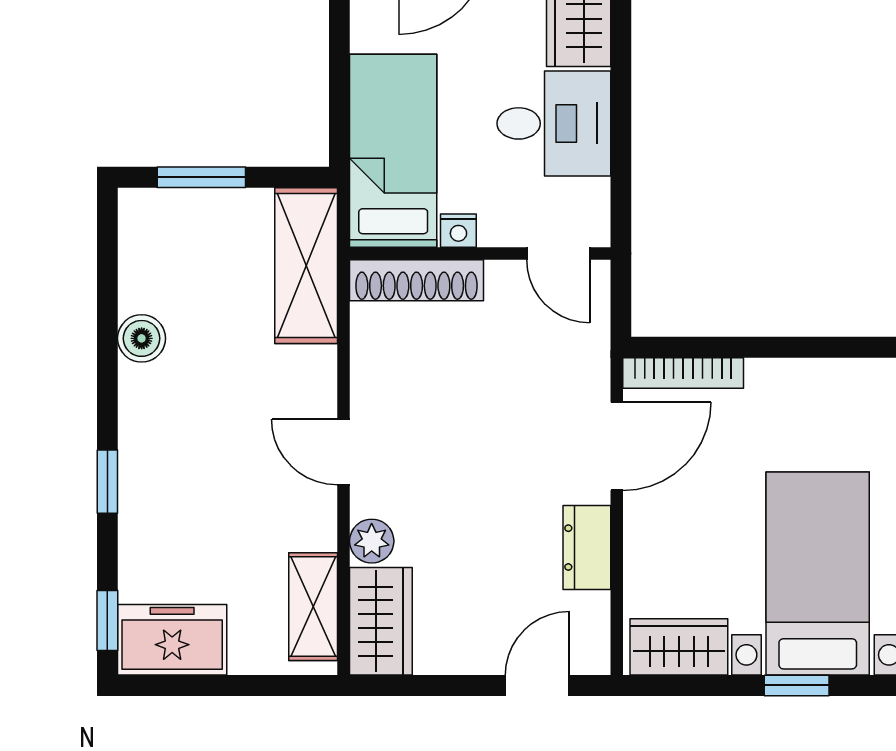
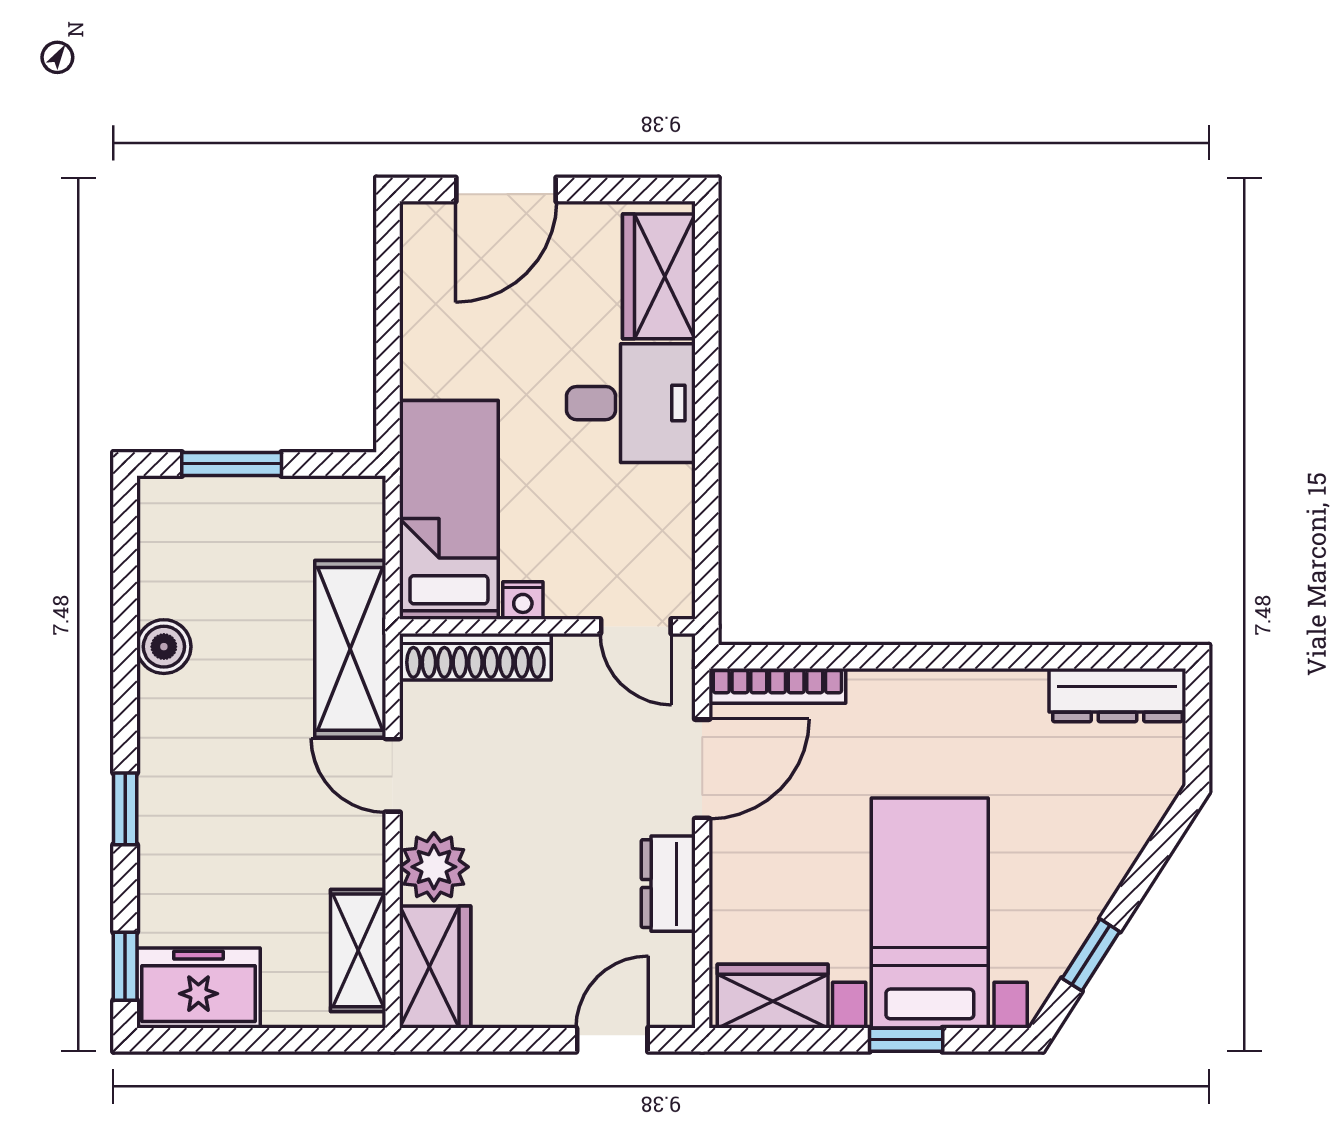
bed: (393, 151) -> (449, 510), moved
nightstand: (458, 231) -> (523, 600), moved
wall: (480, 253) -> (547, 626), moved
door: (558, 253) -> (636, 626), moved
shelving: (306, 266) -> (350, 649), moved
shoe rack: (417, 280) -> (475, 657), moved
plant: (372, 541) -> (434, 867), width x1.38, depth x1.38

